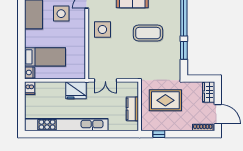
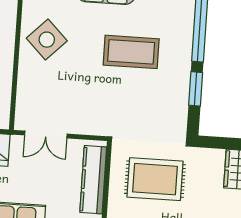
side table: (102, 29) -> (47, 40), turned 45
kitchen counter: (132, 109) -> (93, 180), width x1.50

